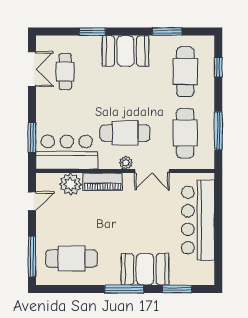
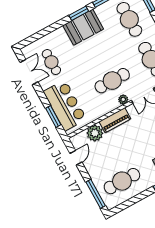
window: (92, 32) -> (79, 13), moved
bar counter: (67, 152) -> (65, 105), moved, turned 90

